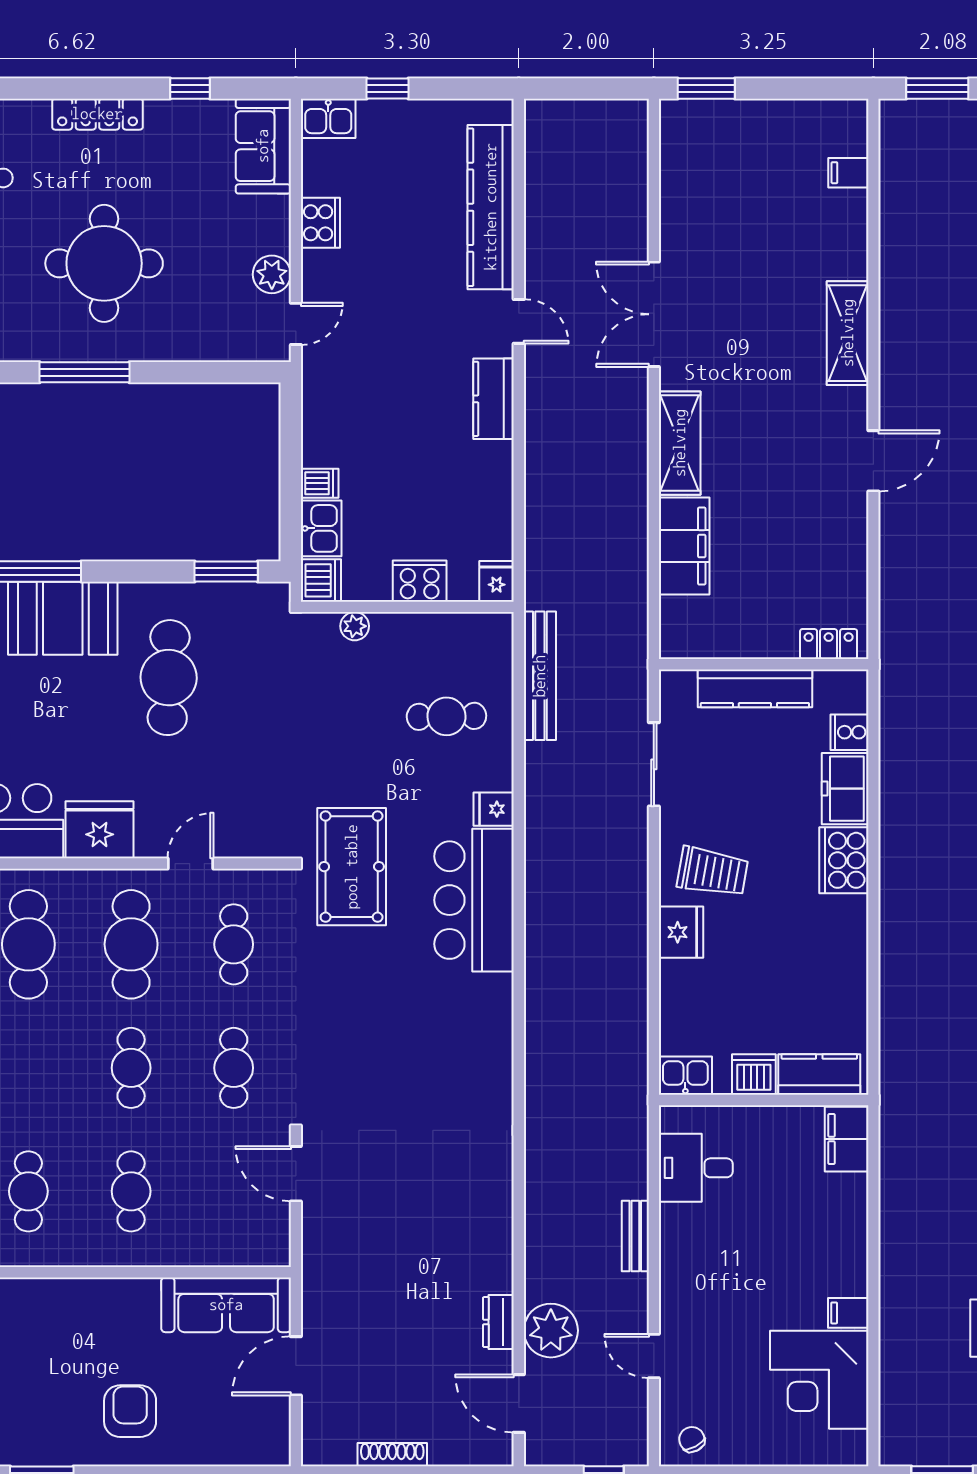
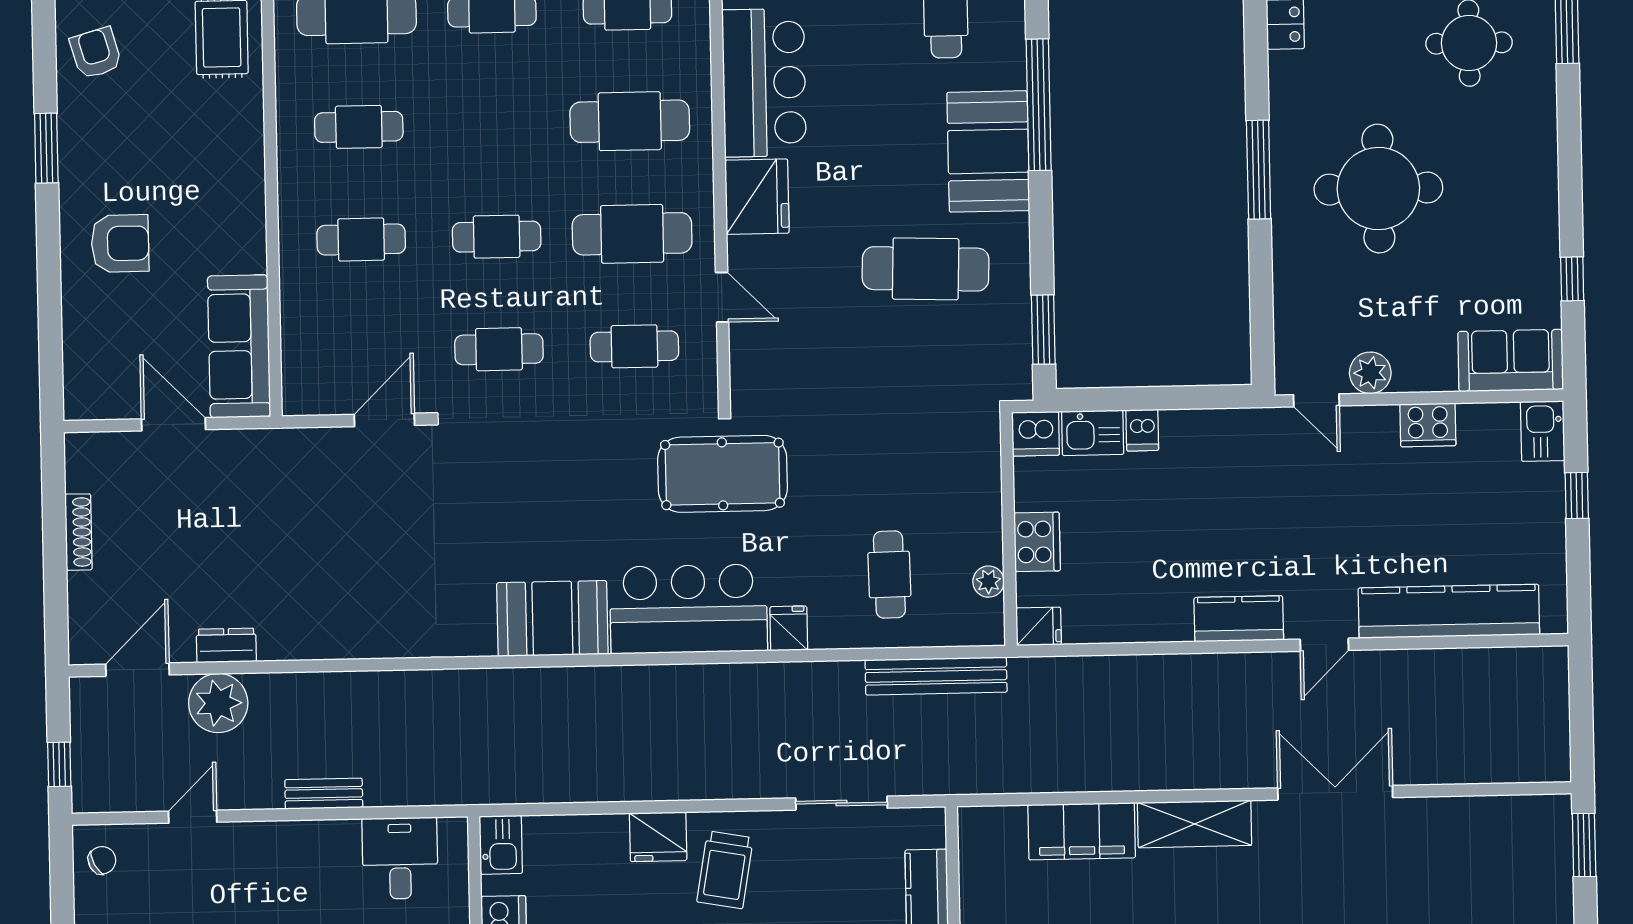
locker: (97, 114) -> (1542, 178), removed
plant: (355, 626) -> (988, 582), moved
booth: (480, 1024) -> (552, 618), added

